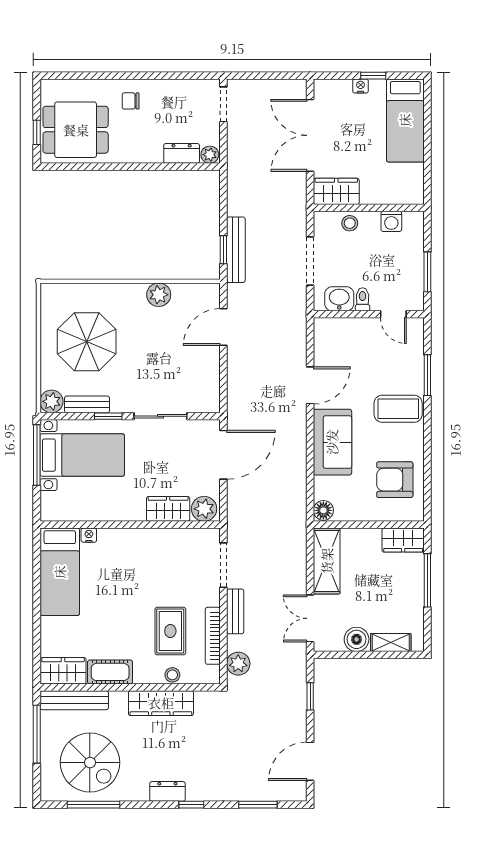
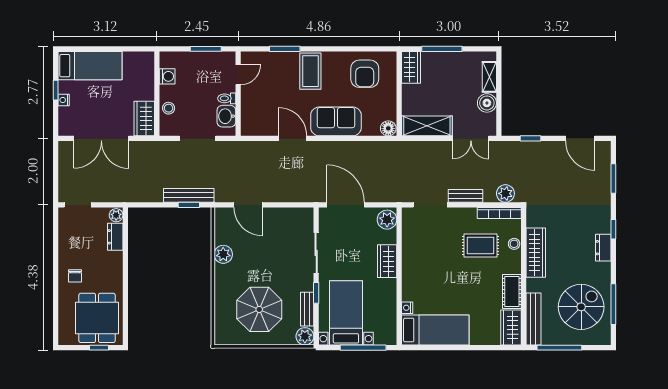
window: (37, 455) -> (363, 348), moved
wardrobe: (168, 509) -> (387, 261), moved
bookcase: (213, 636) -> (499, 213), moved

